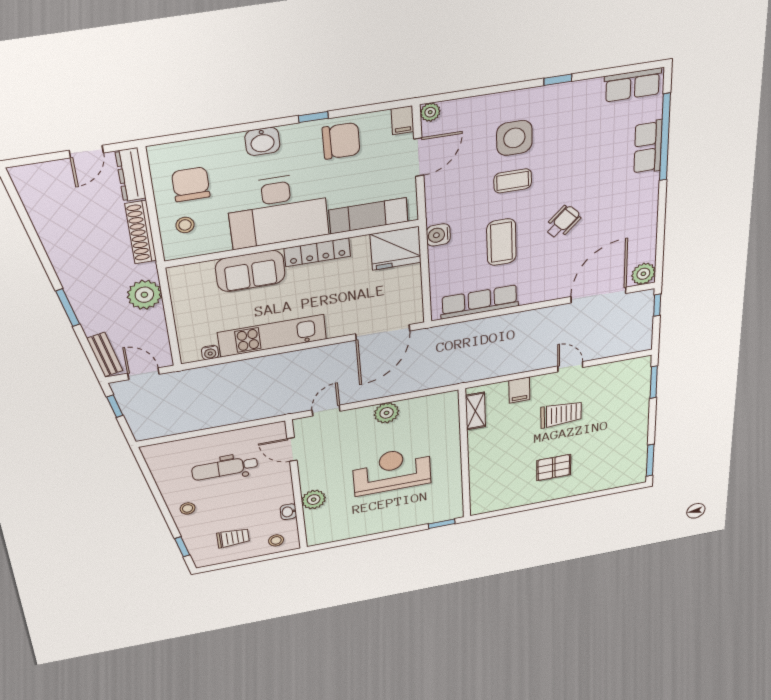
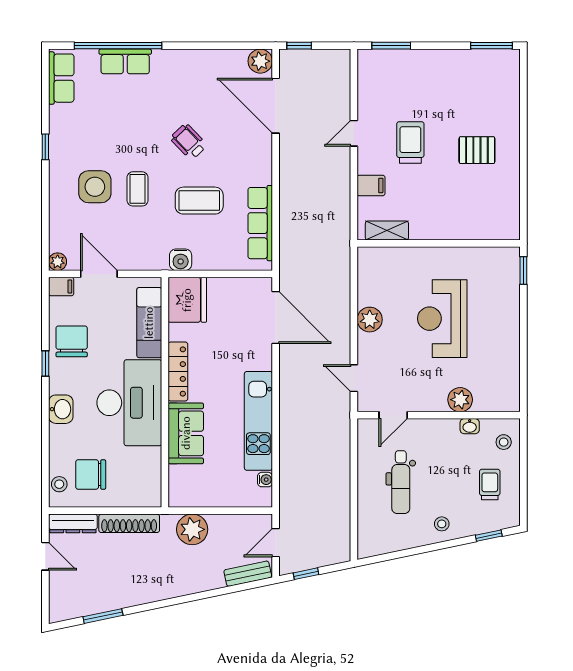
stool: (185, 225) -> (59, 484), moved
window: (68, 308) -> (103, 616), moved
pallet: (554, 468) -> (477, 150), turned 90

